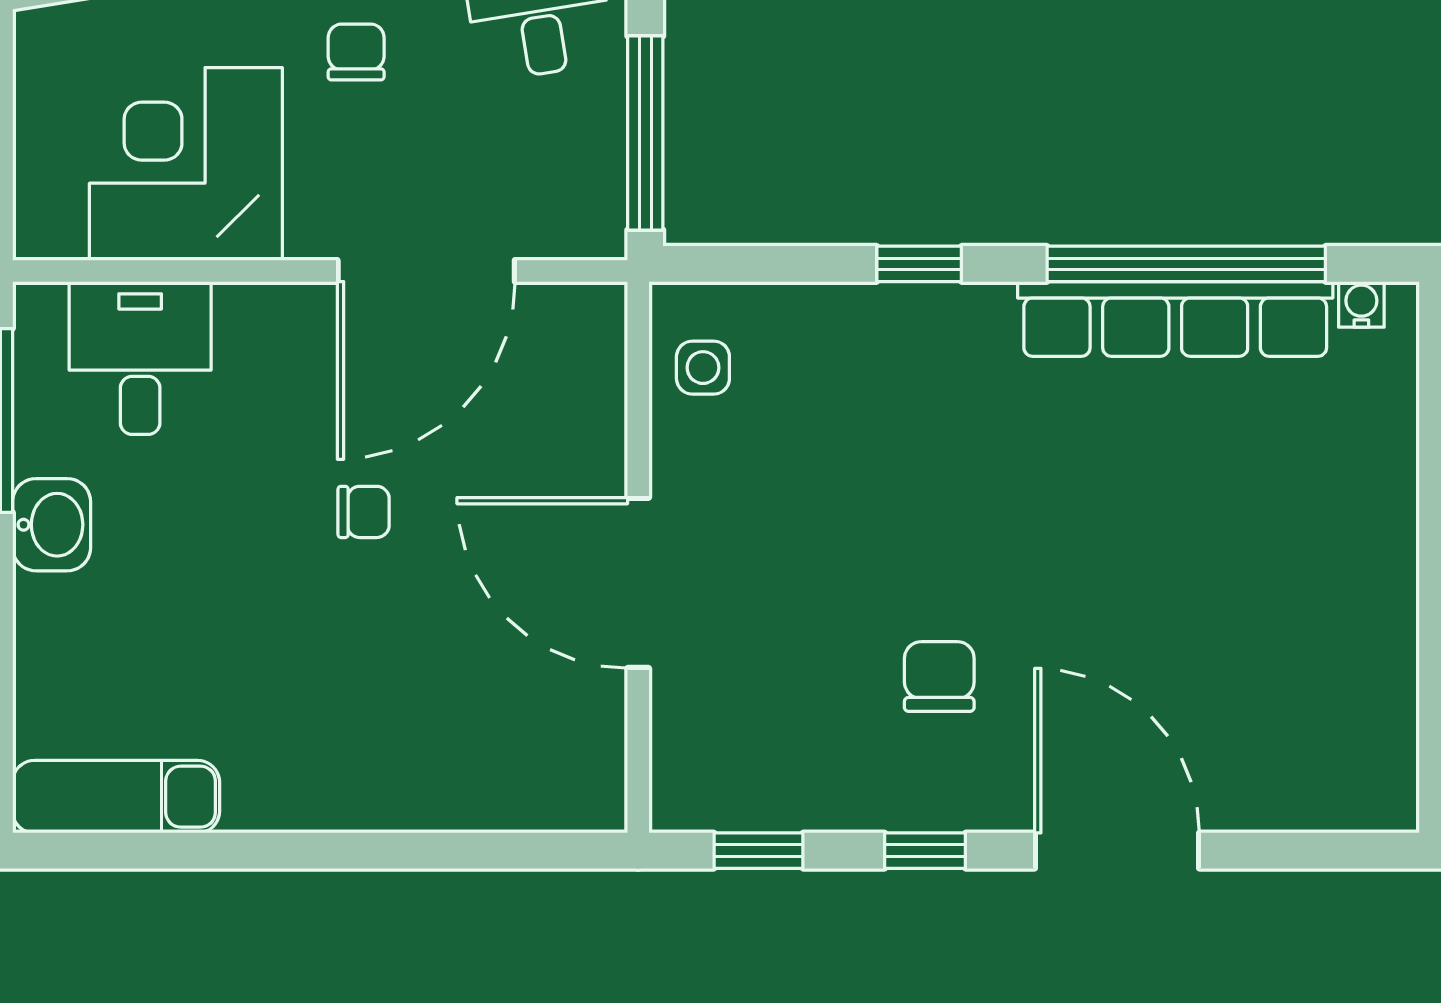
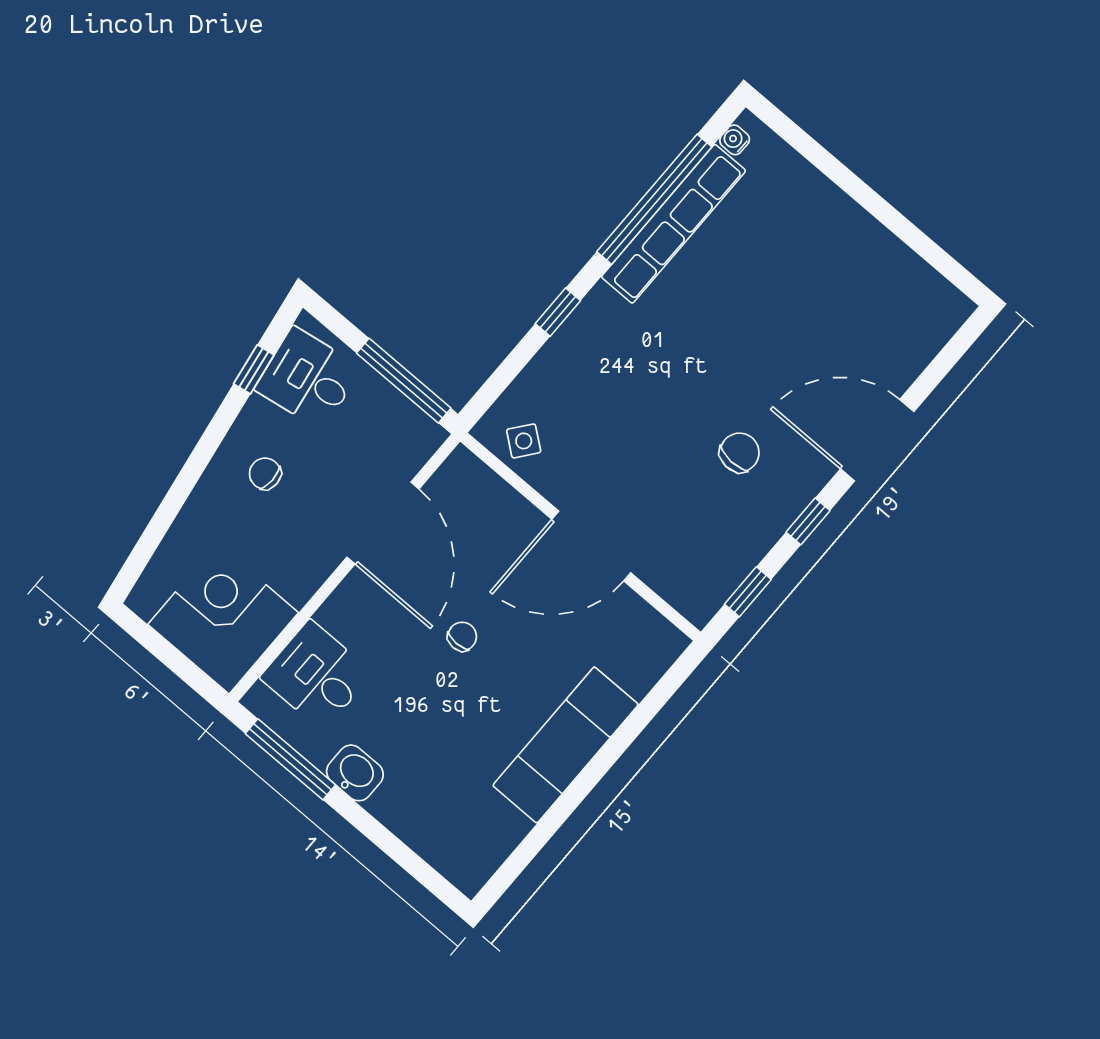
corner desk: (186, 164) -> (223, 618), moved, turned 90
side table: (703, 368) -> (524, 441), turned 38
chair: (939, 677) -> (740, 453), turned 93
exam couch: (116, 797) -> (566, 745), moved, width x1.36, depth x1.45

